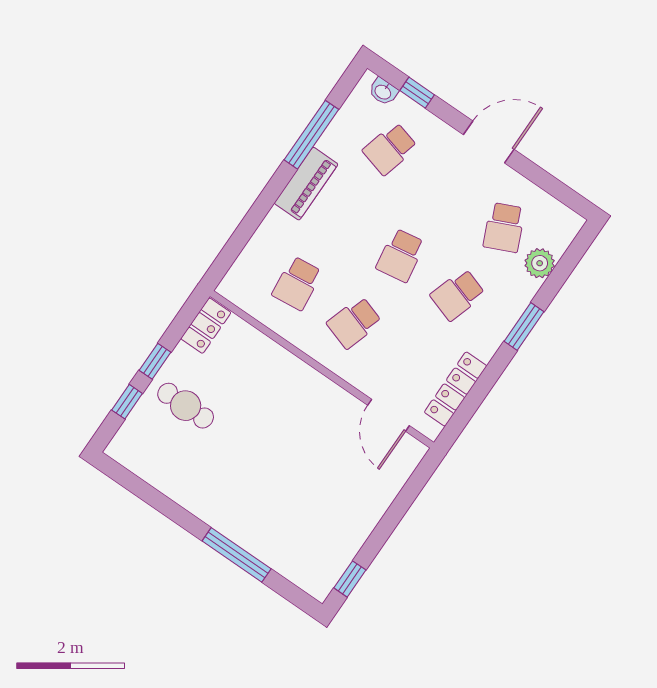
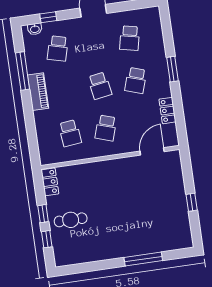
school desk: (504, 227) -> (130, 38), turned 36
plant: (540, 263) -> (156, 39), removed
locker: (456, 389) -> (167, 111), width x0.66
door: (389, 415) -> (152, 151), swing flipped
window: (350, 579) -> (192, 202), moved

